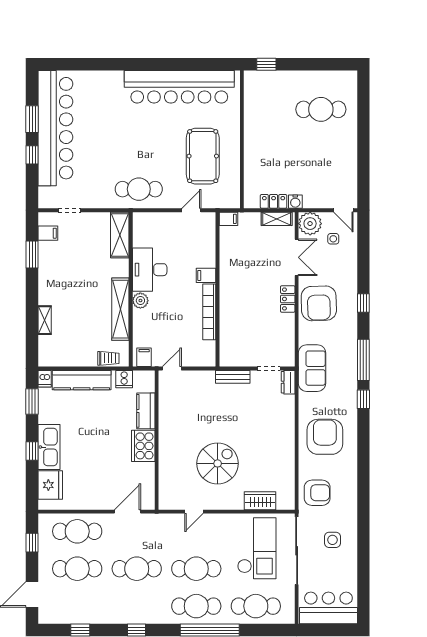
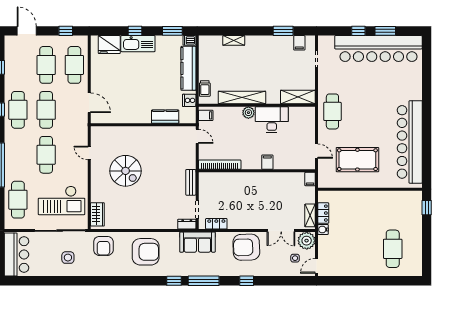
locker: (288, 299) -> (216, 224), moved
bookcase: (209, 312) -> (220, 165), moved
cooker: (143, 446) -> (139, 115), removed
wardrobe: (260, 501) -> (97, 214), moved
cafe table: (196, 606) -> (18, 110), moved

